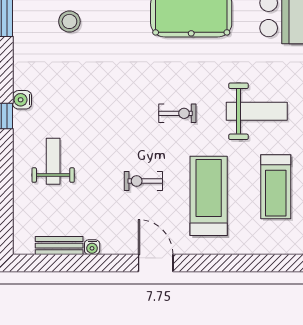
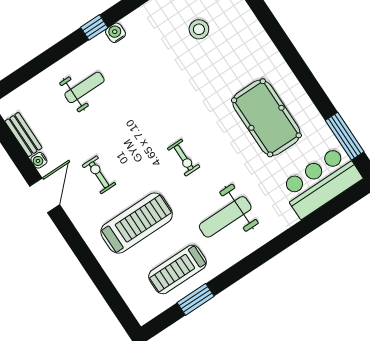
weight bench: (257, 111) -> (225, 217), turned 90
exercise bike: (143, 181) -> (99, 175), moved
door: (156, 263) -> (45, 195), moved

